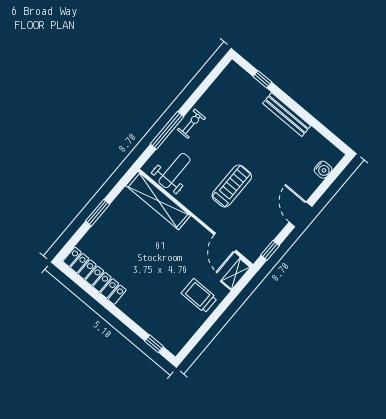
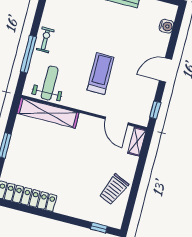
door: (300, 214) -> (165, 70), hinge flipped
trolley: (199, 296) -> (114, 189), moved, turned -66

